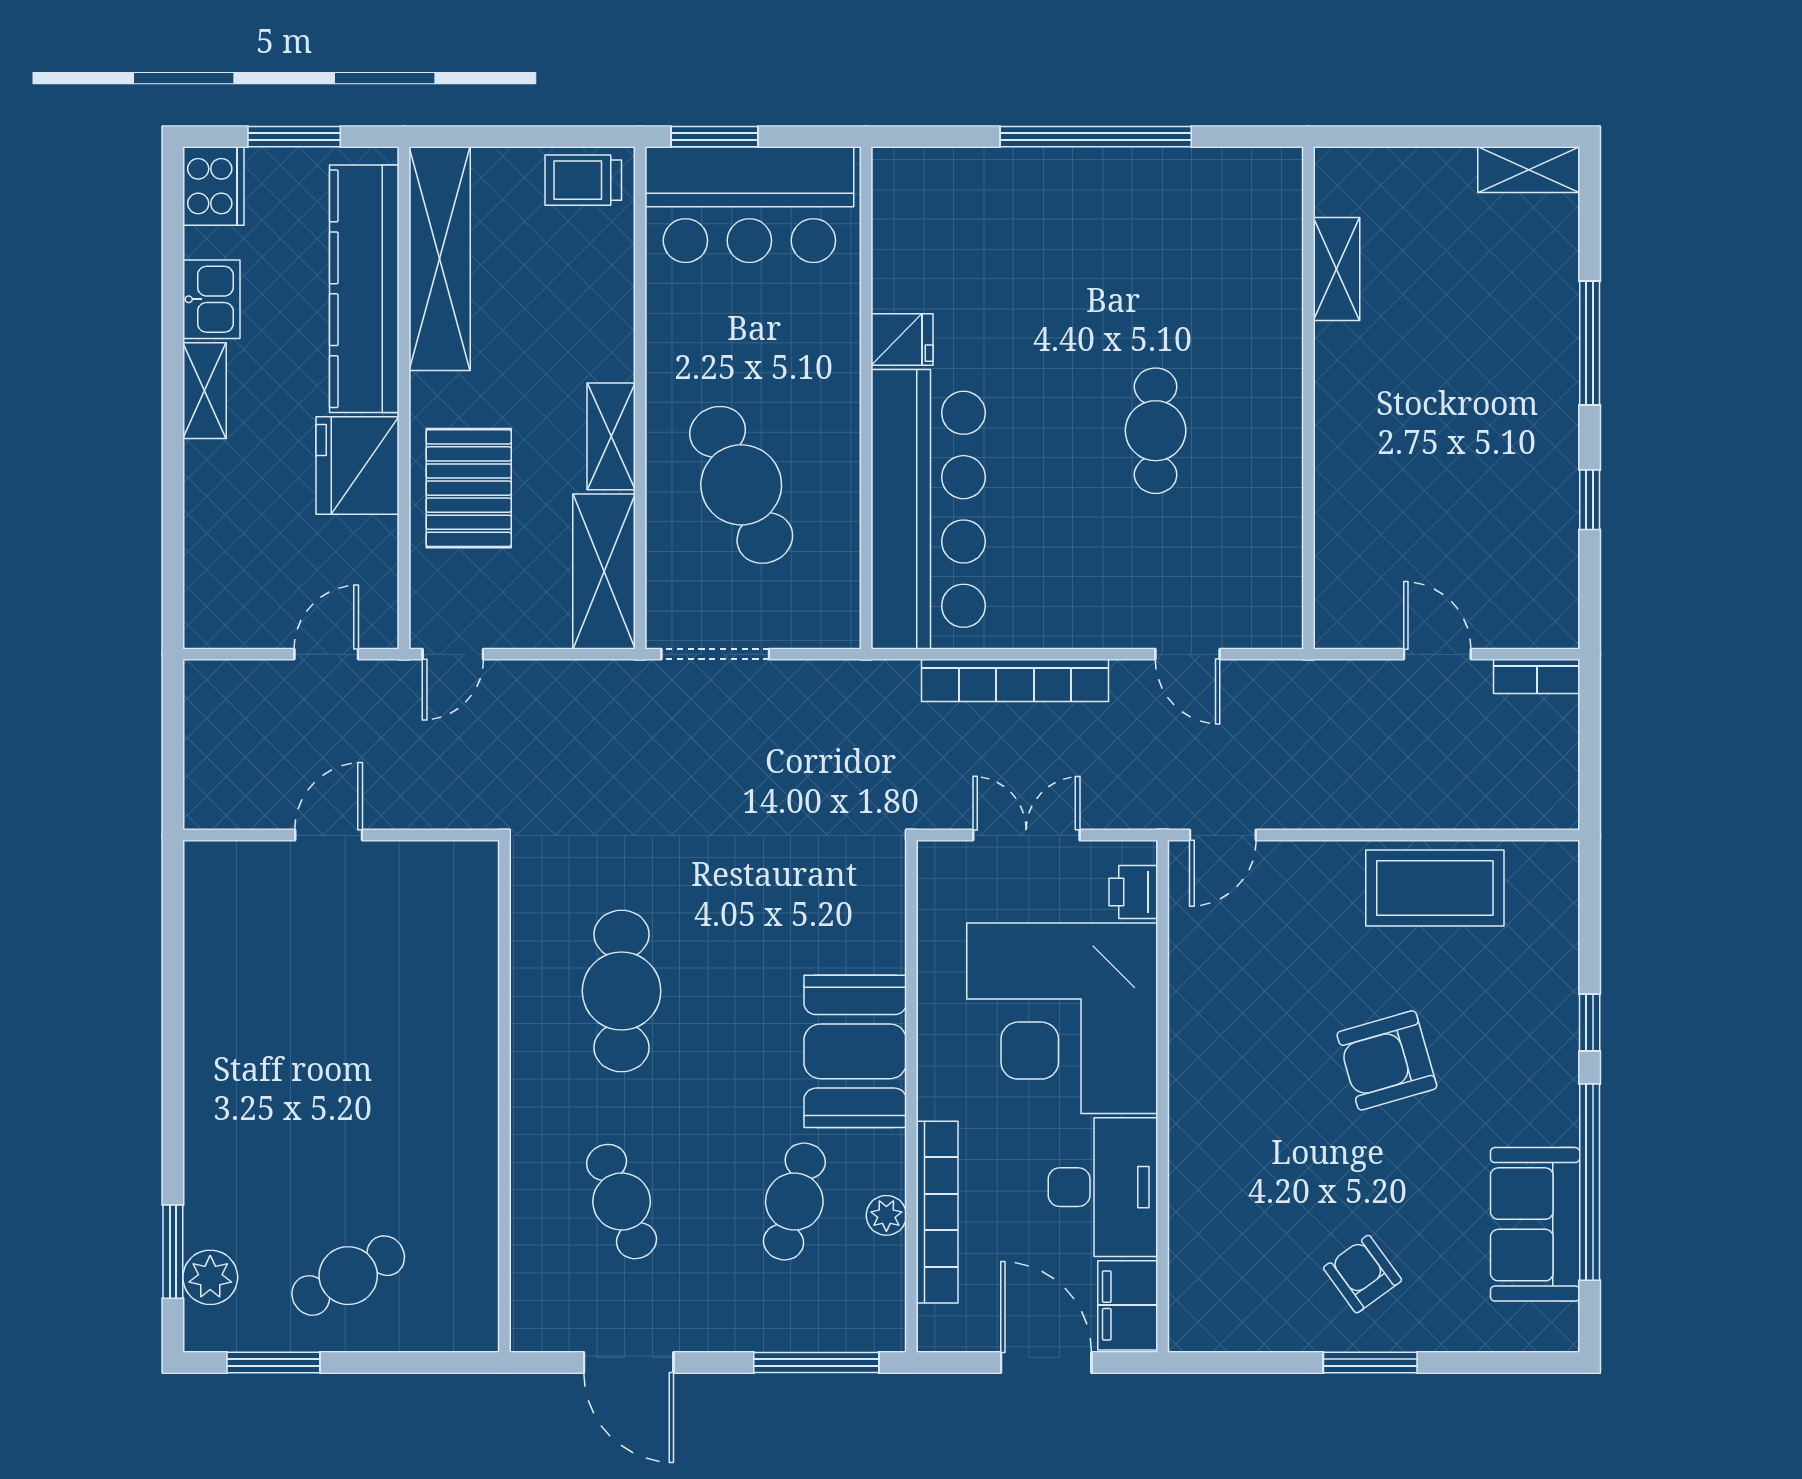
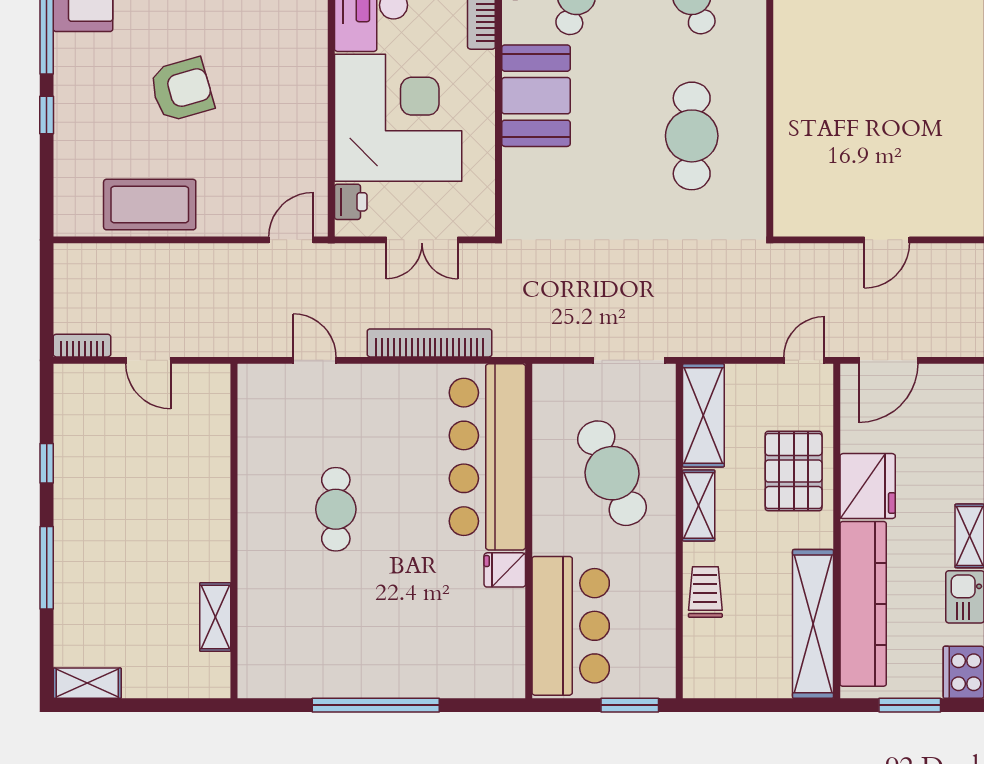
trolley: (583, 180) -> (705, 592), moved, turned -90
bar counter: (749, 205) -> (571, 626), moved, turned 90
door: (326, 654) -> (888, 360), width x1.38

